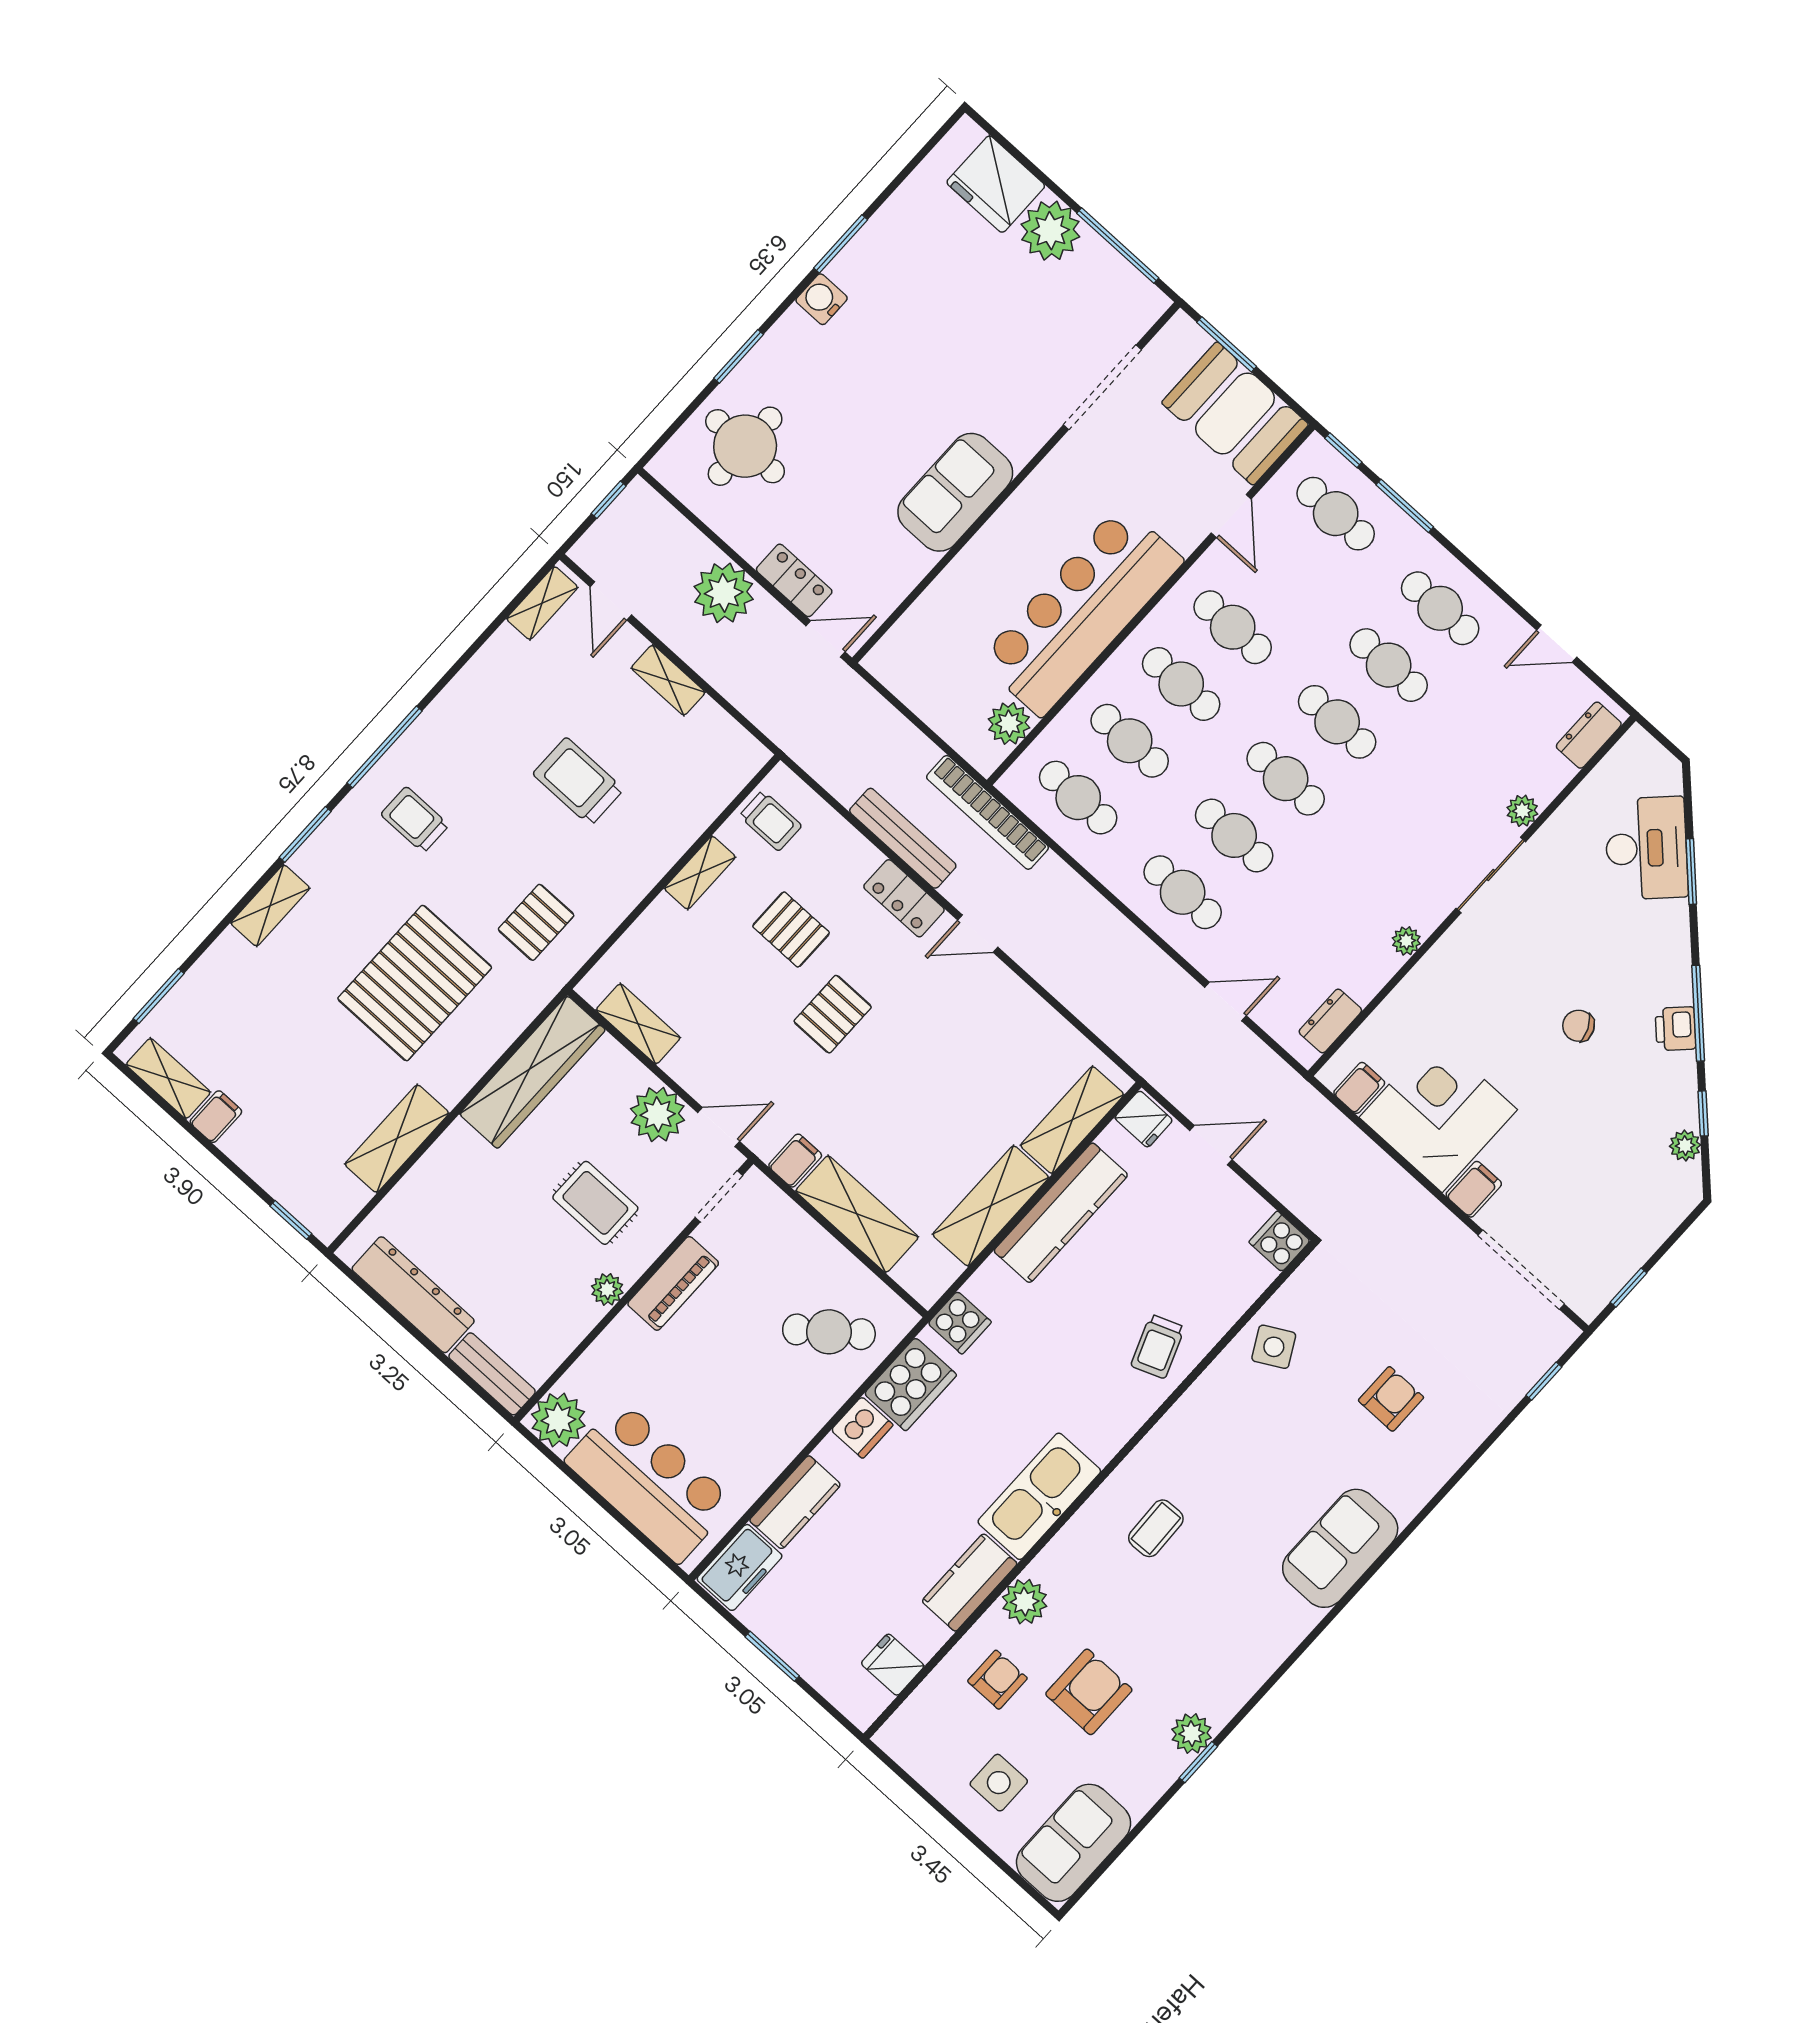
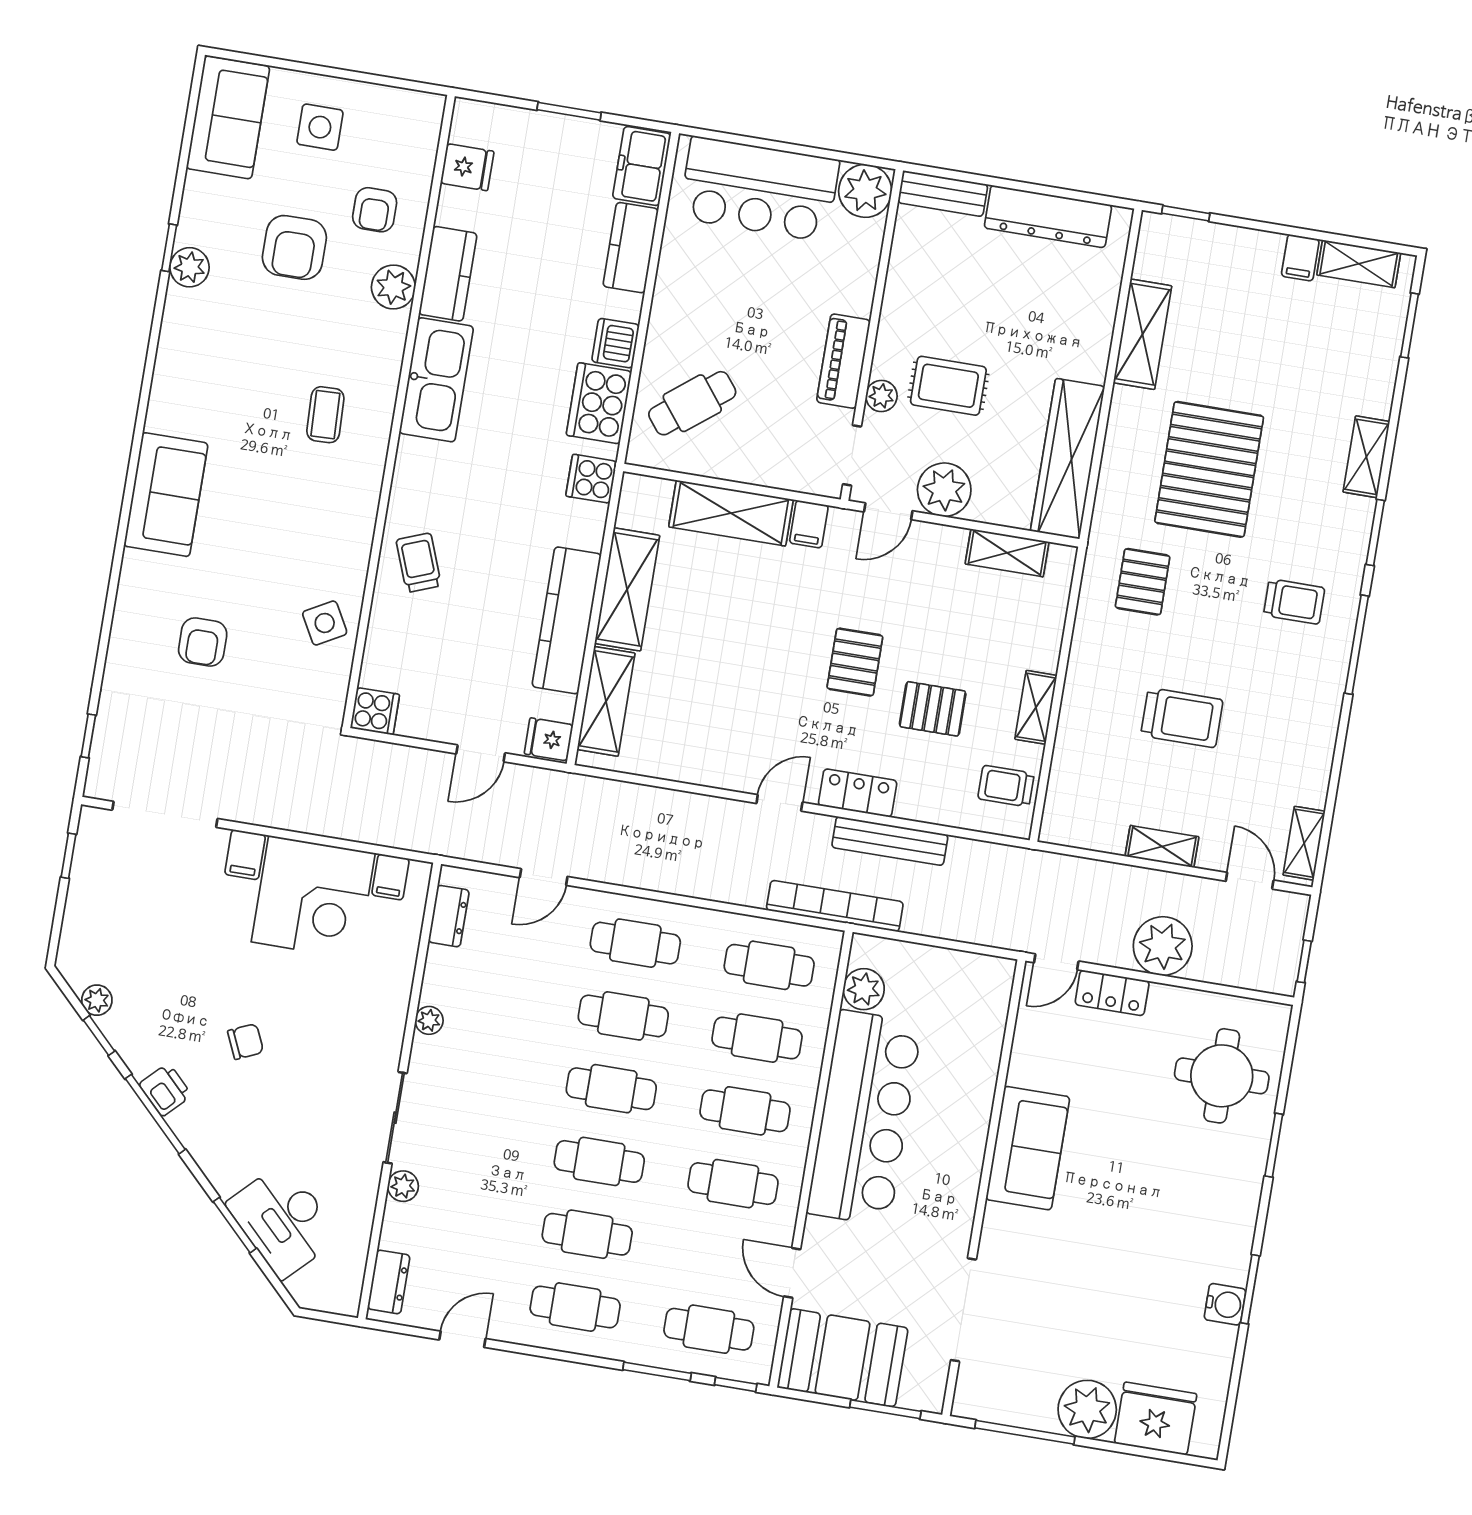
water cooler: (822, 299) -> (1225, 1304), moved
plant: (607, 1289) -> (881, 396), moved

